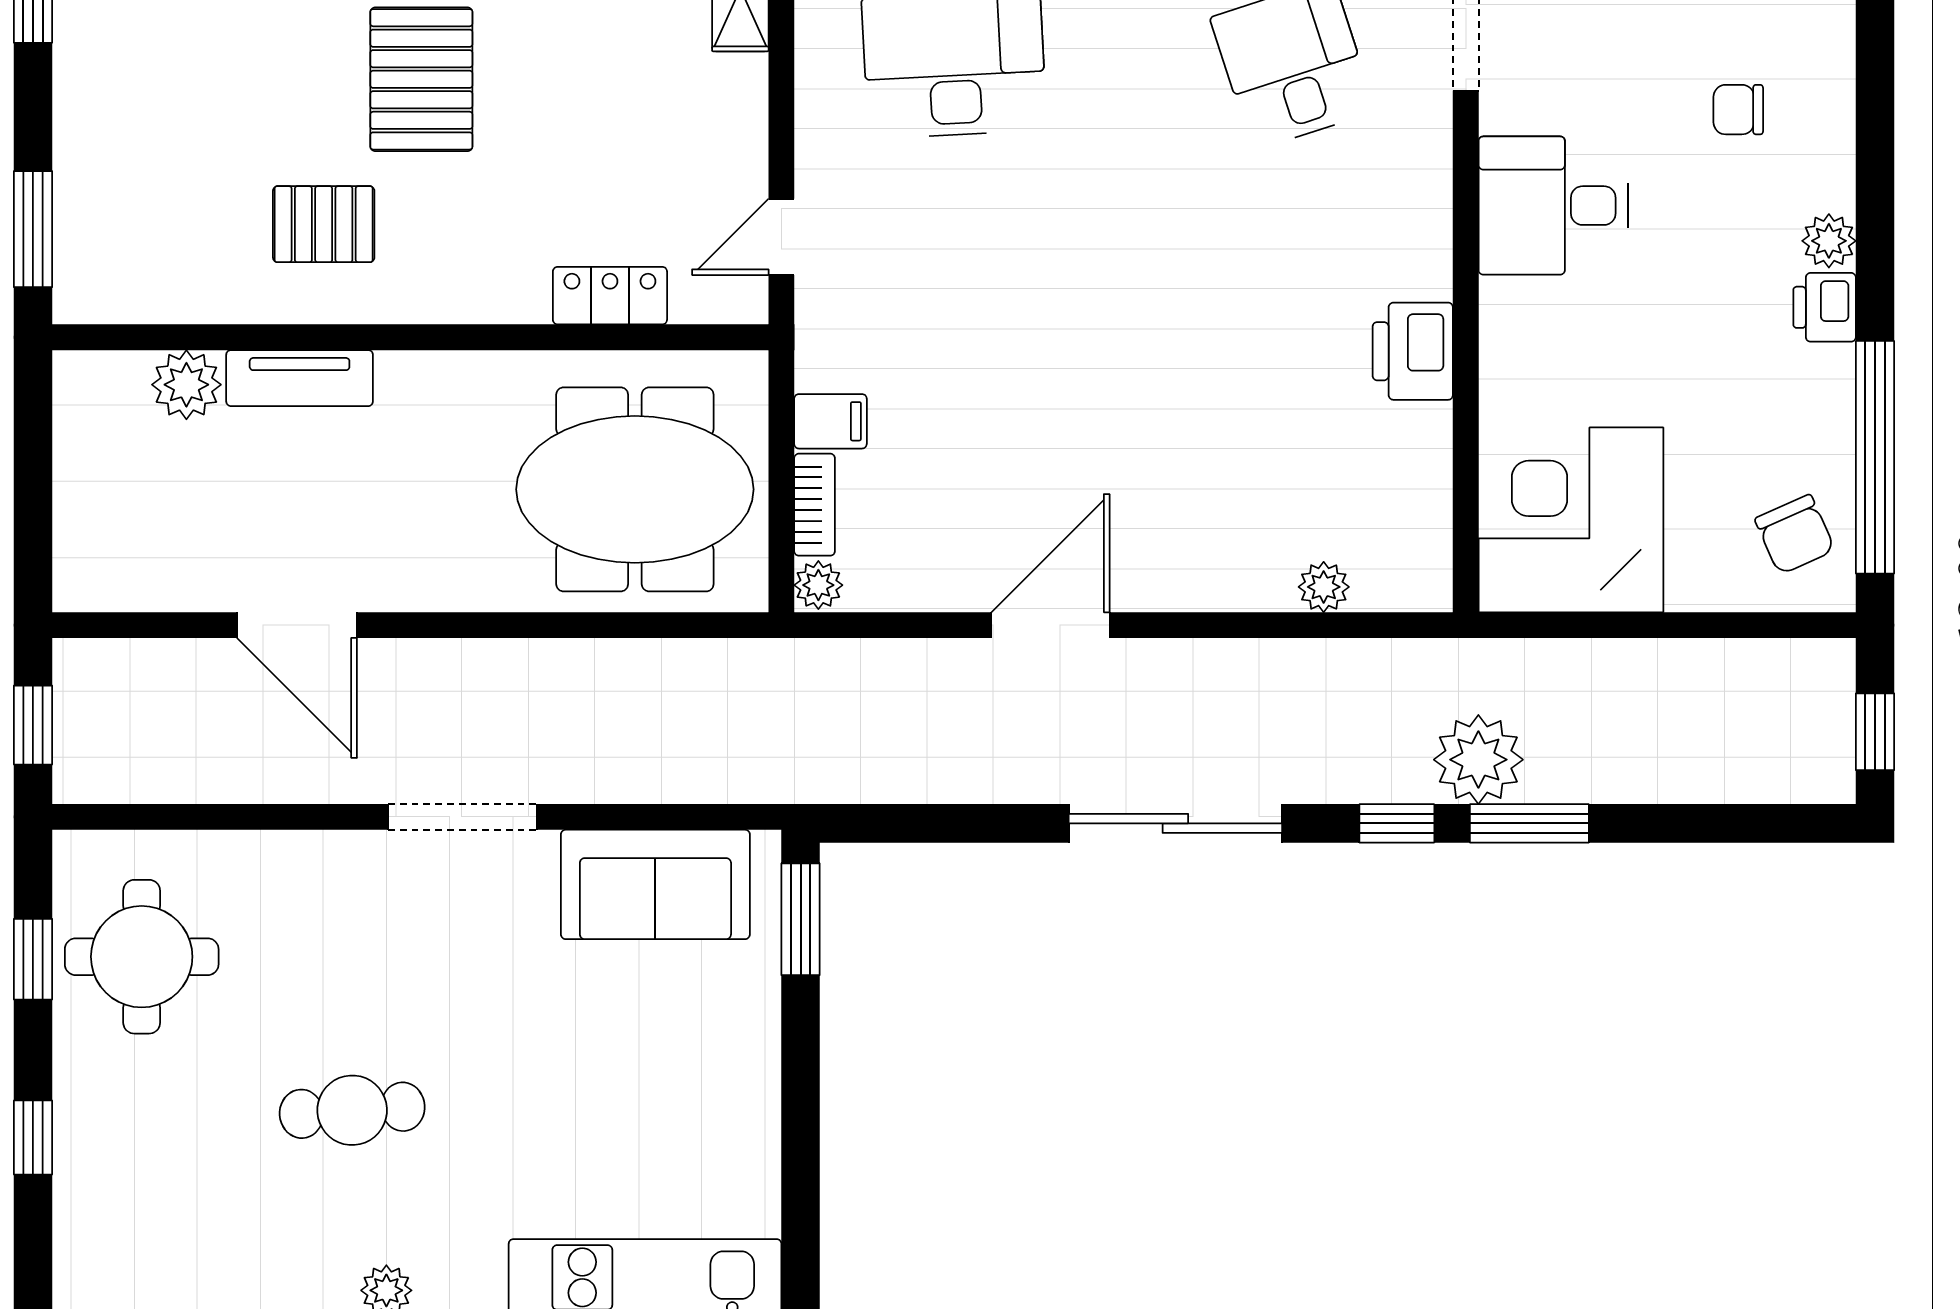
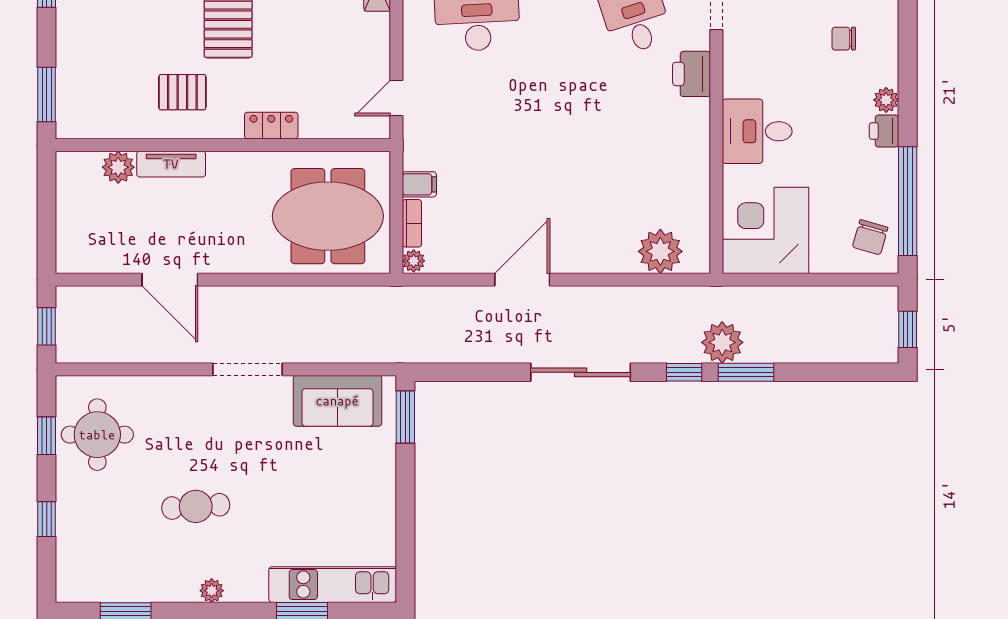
desk: (1553, 206) -> (757, 131), moved
locker: (610, 296) -> (271, 126), moved
printer: (1413, 351) -> (692, 74), moved
chair: (1795, 534) -> (870, 237), turned 40
plant: (1324, 587) -> (660, 251), width x1.87, depth x1.87

